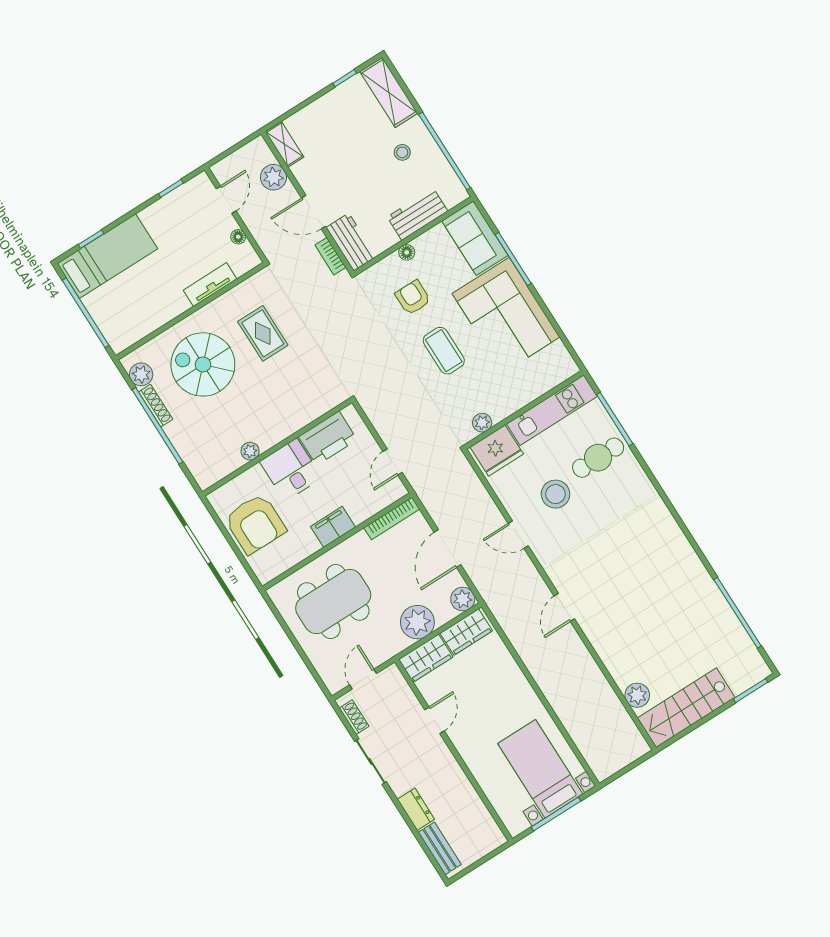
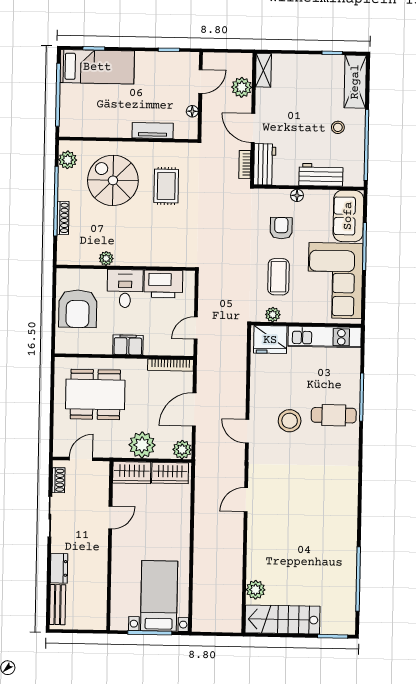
shoe rack: (156, 406) -> (63, 218), moved
wall: (524, 410) -> (306, 325), moved
kitchen unit: (552, 410) -> (325, 337), moved
plant: (482, 423) -> (273, 315), moved
fridge: (497, 451) -> (270, 340), moved

